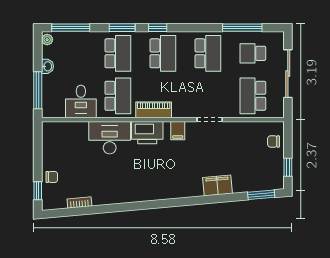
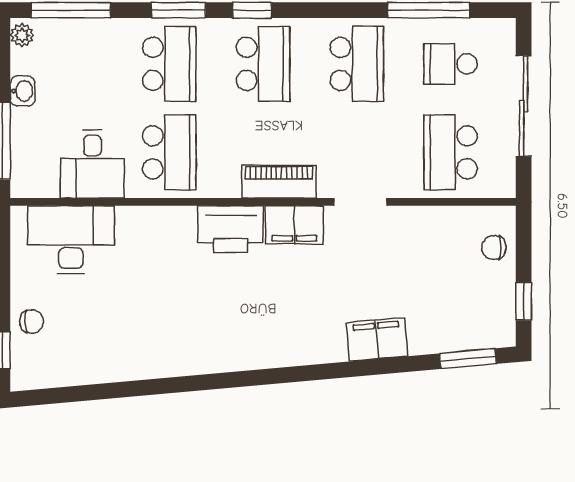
piano: (154, 110) -> (279, 182), moved
filing cabinet: (178, 131) -> (294, 225), width x2.00
desk: (110, 138) -> (71, 240), moved
bookcase: (79, 202) -> (89, 375), removed

